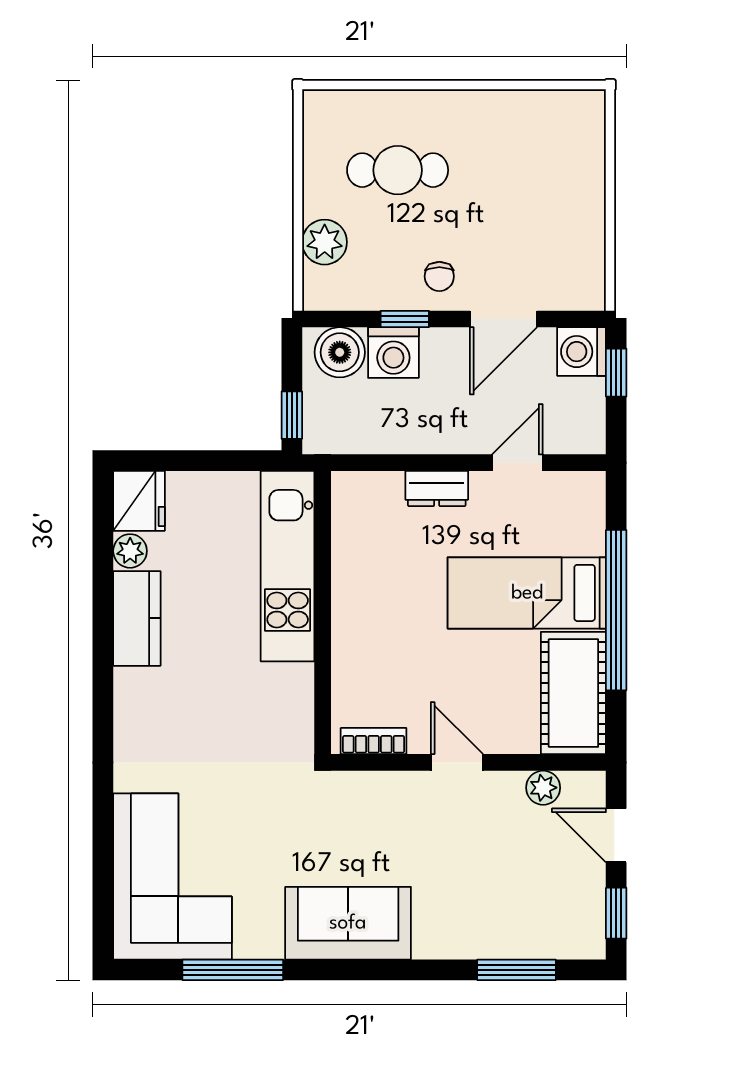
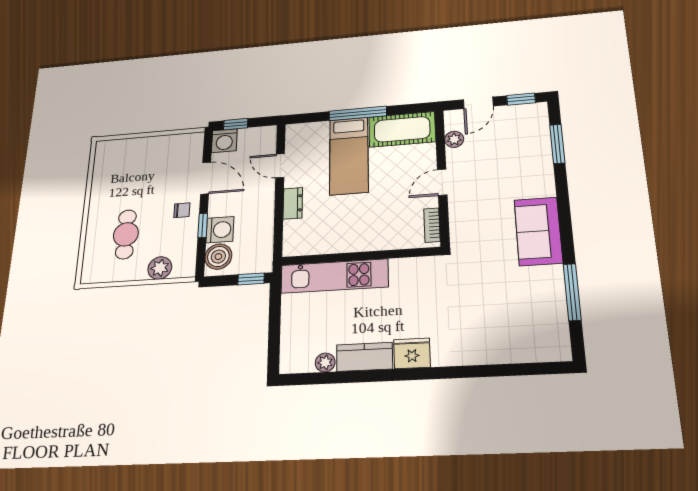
fridge: (139, 501) -> (412, 353), moved
window: (616, 610) -> (358, 113), width x0.68
corner sofa: (172, 876) -> (518, 329), removed

